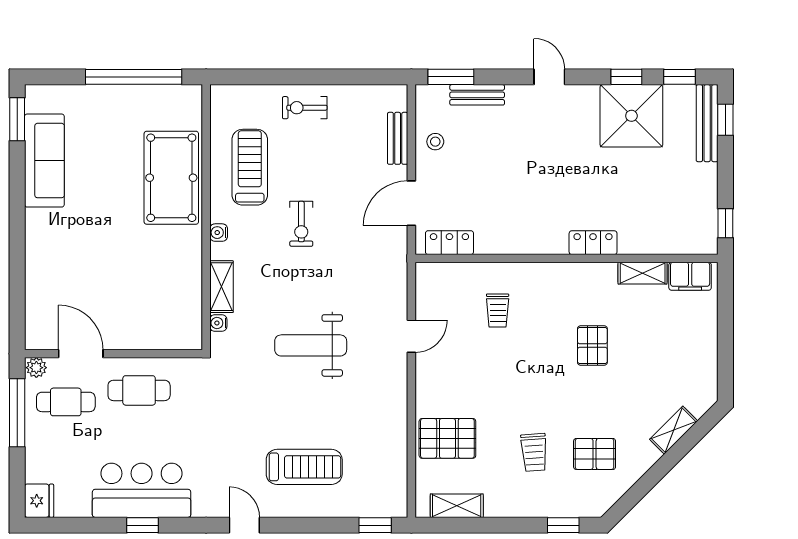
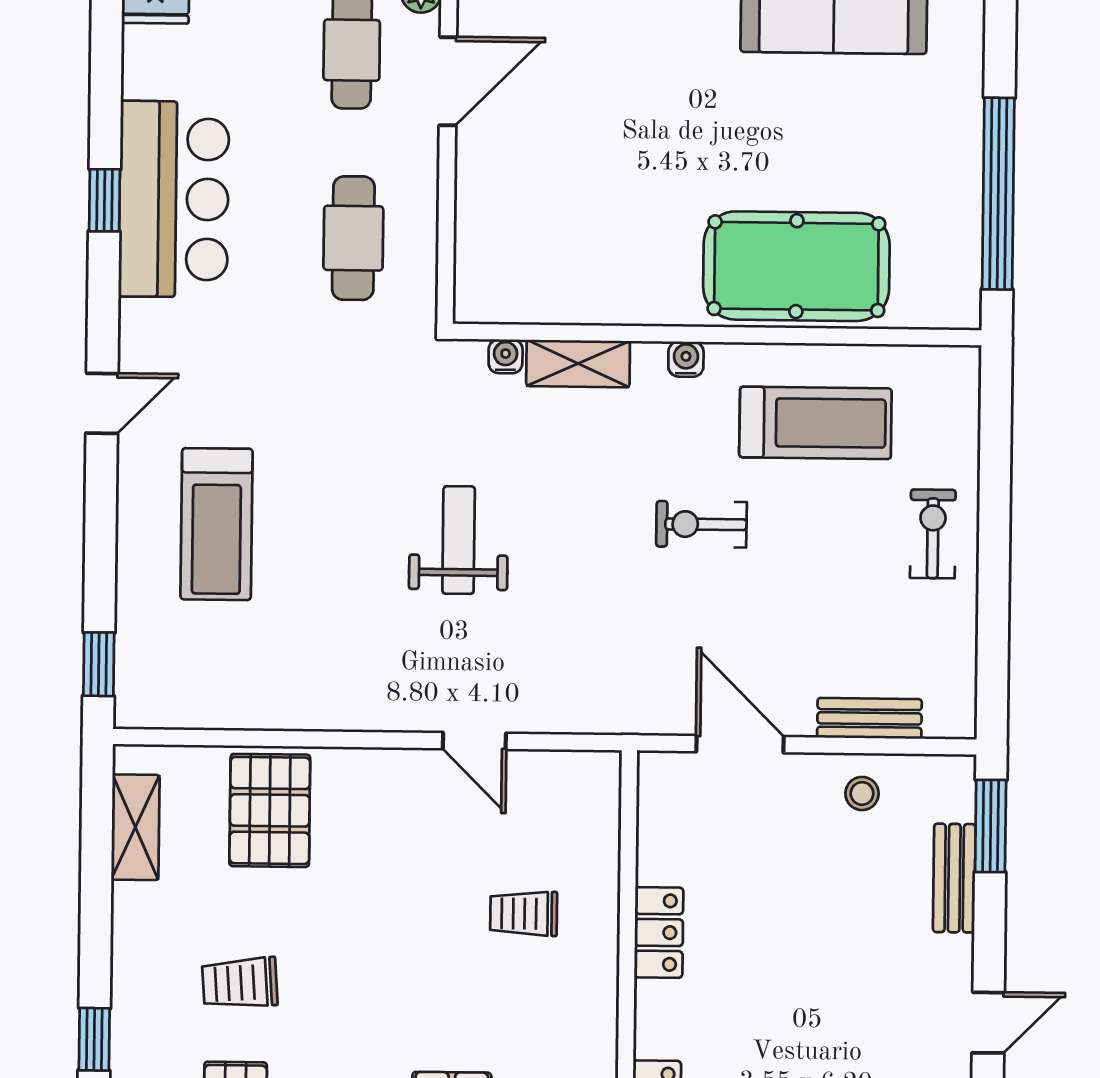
locker: (449, 243) -> (659, 933), moved
weight bench: (311, 345) -> (459, 540), width x0.73, depth x0.75
cafe table: (139, 390) -> (353, 238), moved

